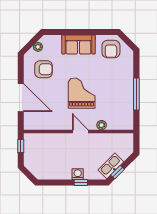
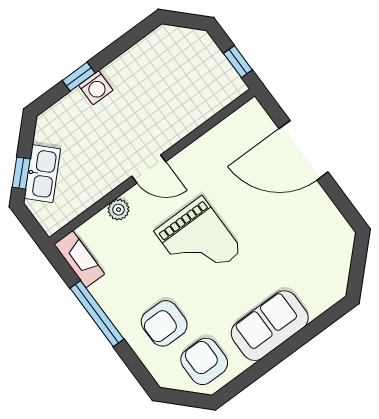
plant: (38, 47) -> (341, 266), removed
armchair: (44, 69) -> (164, 323), moved
fireplace: (128, 118) -> (79, 259), added
kitchen sink: (111, 166) -> (42, 174), moved
window: (118, 172) -> (21, 173), moved

